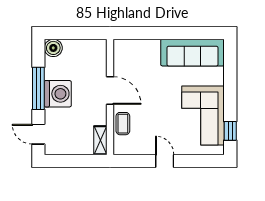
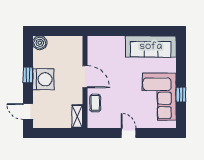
window: (38, 88) -> (28, 75), width x0.46
window: (230, 131) -> (181, 95), moved

